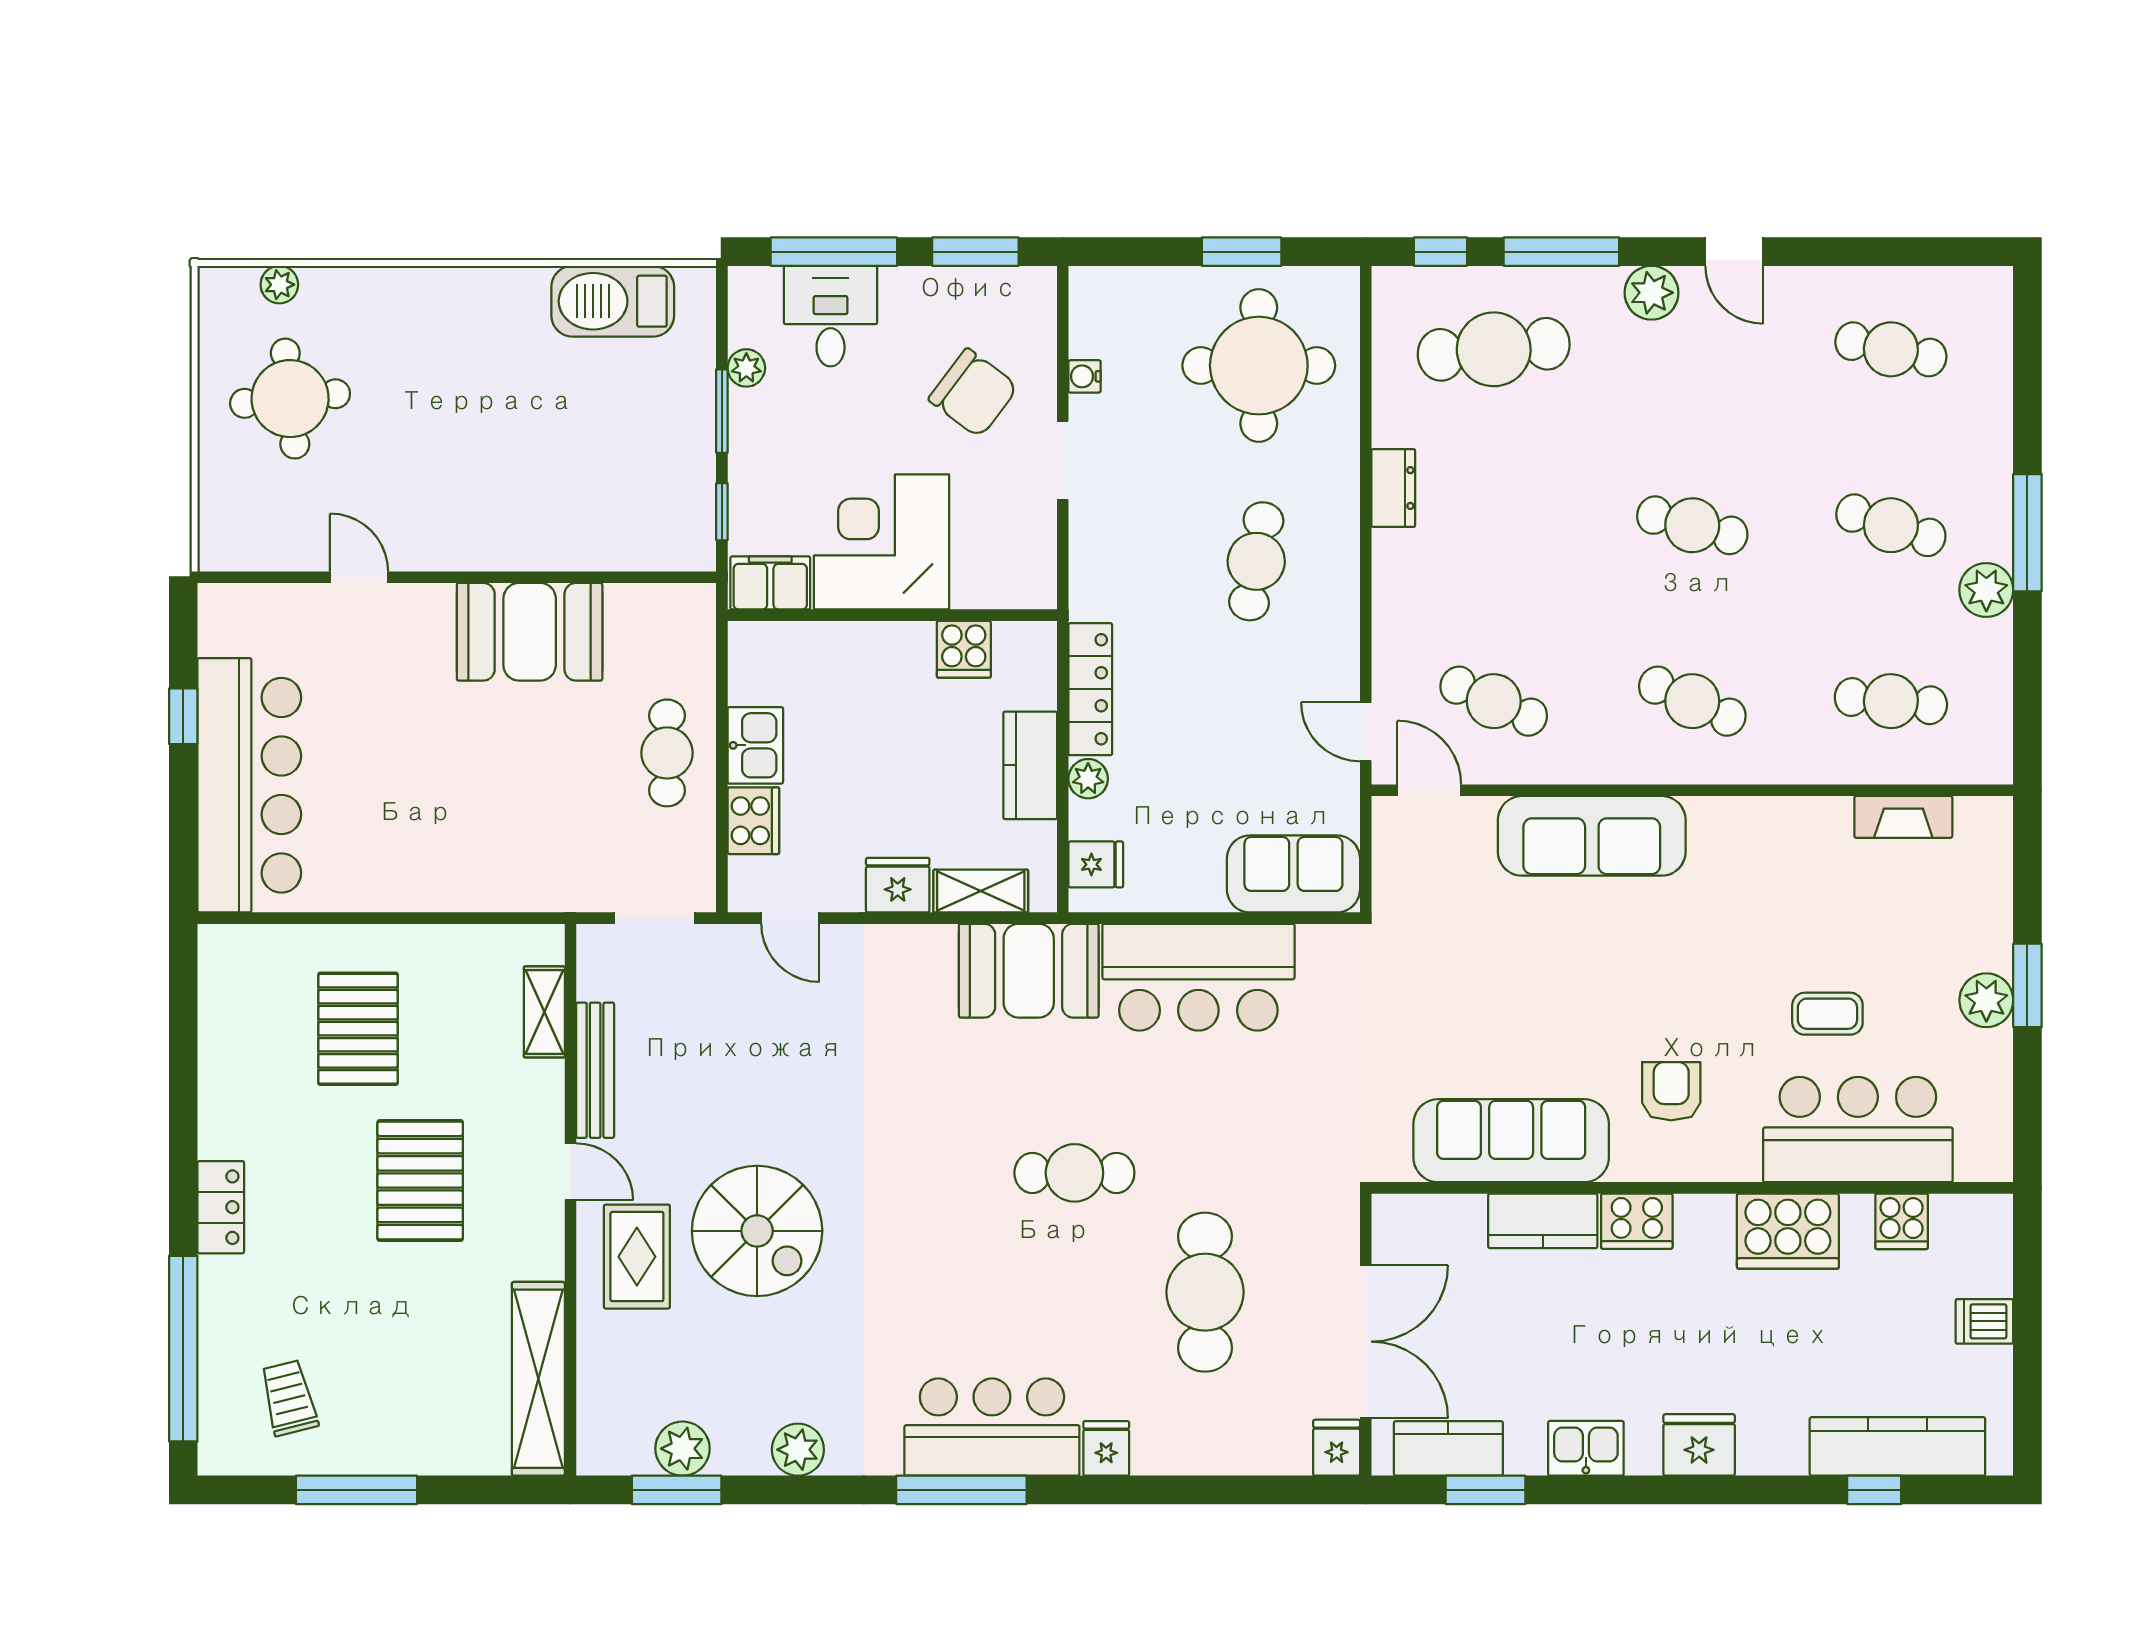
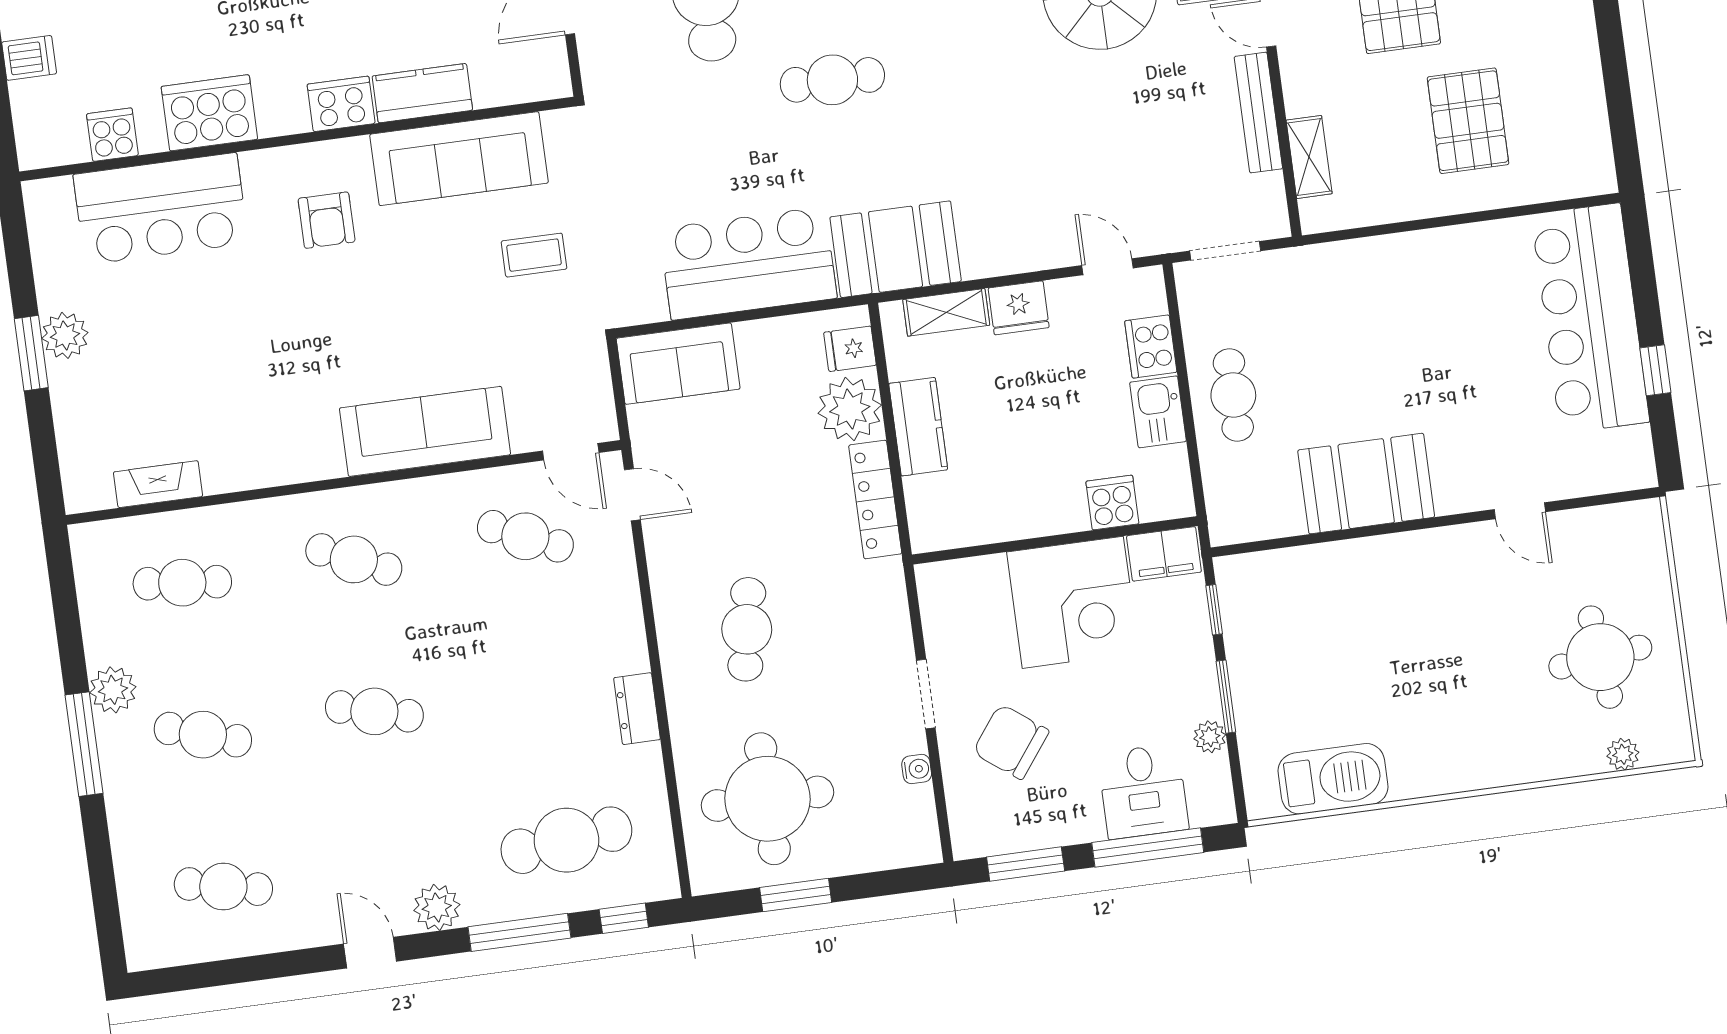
cooker: (964, 649) -> (1112, 503), moved
plant: (1088, 779) -> (850, 409), width x1.88, depth x1.88
coffee table: (1827, 1014) -> (534, 255), moved

